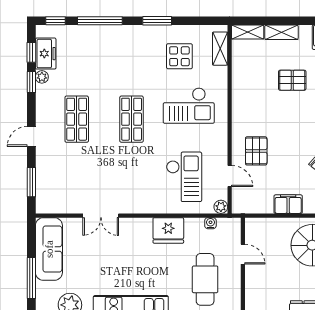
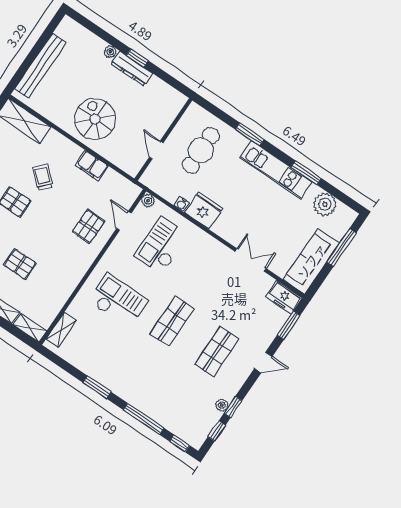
freezer: (46, 54) -> (284, 297), moved, turned -90
display table: (179, 56) -> (99, 346), removed
water cooler: (210, 223) -> (182, 204), moved

